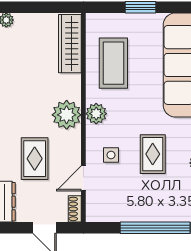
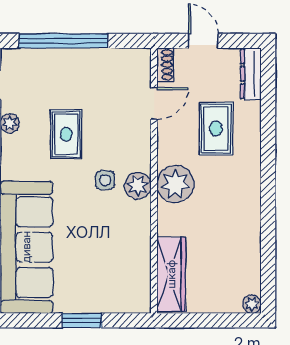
coffee table: (113, 63) -> (116, 250), removed
side table: (111, 155) -> (105, 180), moved

